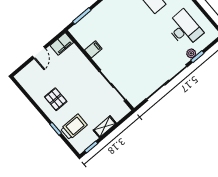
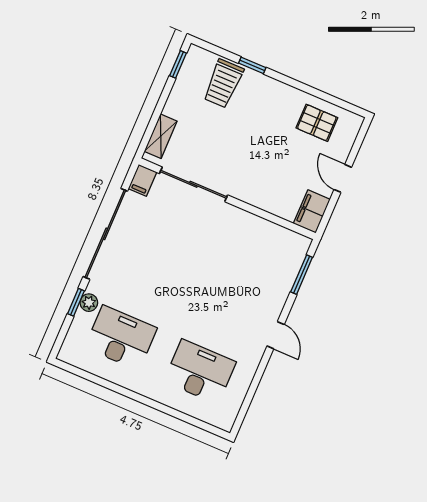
desk: (184, 29) -> (121, 338), turned 180
filing cabinet: (93, 49) -> (143, 180), moved
pallet: (56, 99) -> (317, 123), moved
shelving: (105, 127) -> (161, 136), moved

